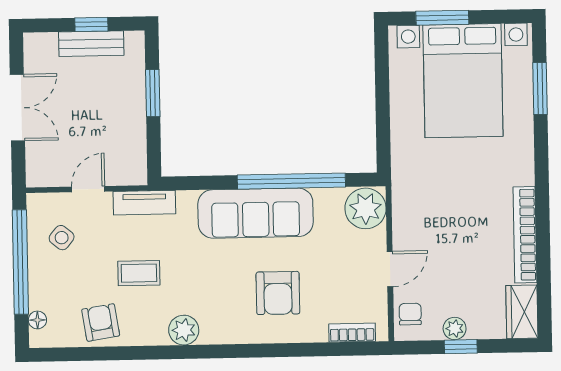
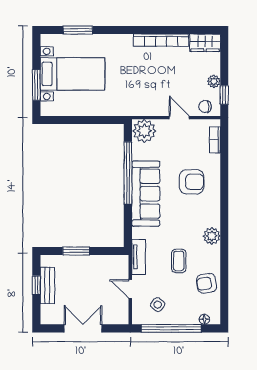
bed with nightstands: (463, 81) -> (72, 74), width x0.73
window: (461, 347) -> (224, 95), moved

